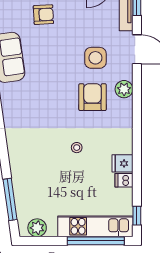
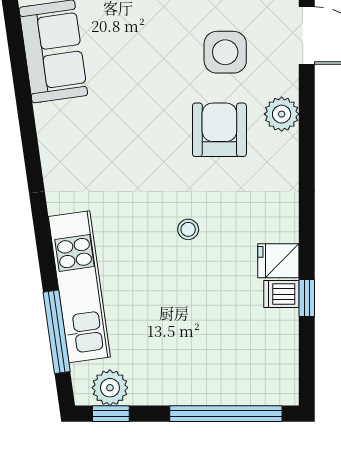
window: (137, 216) -> (307, 298), moved
kitchen unit: (95, 226) -> (79, 287), moved, turned 82
window: (38, 241) -> (111, 414), added

